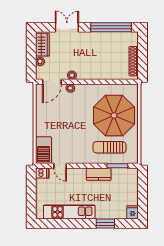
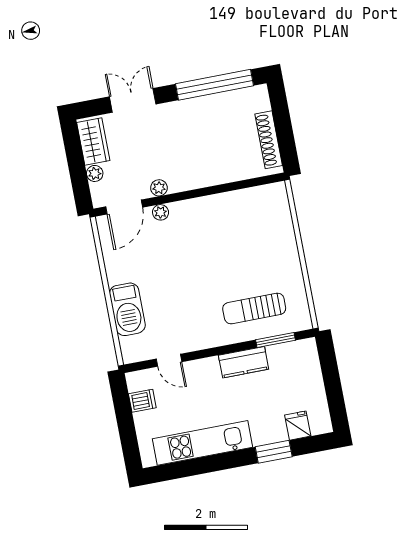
parasol: (114, 115) -> (251, 248), removed
barbecue: (43, 150) -> (127, 309), moved
dishwasher: (42, 173) -> (142, 401), moved
fridge: (133, 212) -> (298, 426), moved

